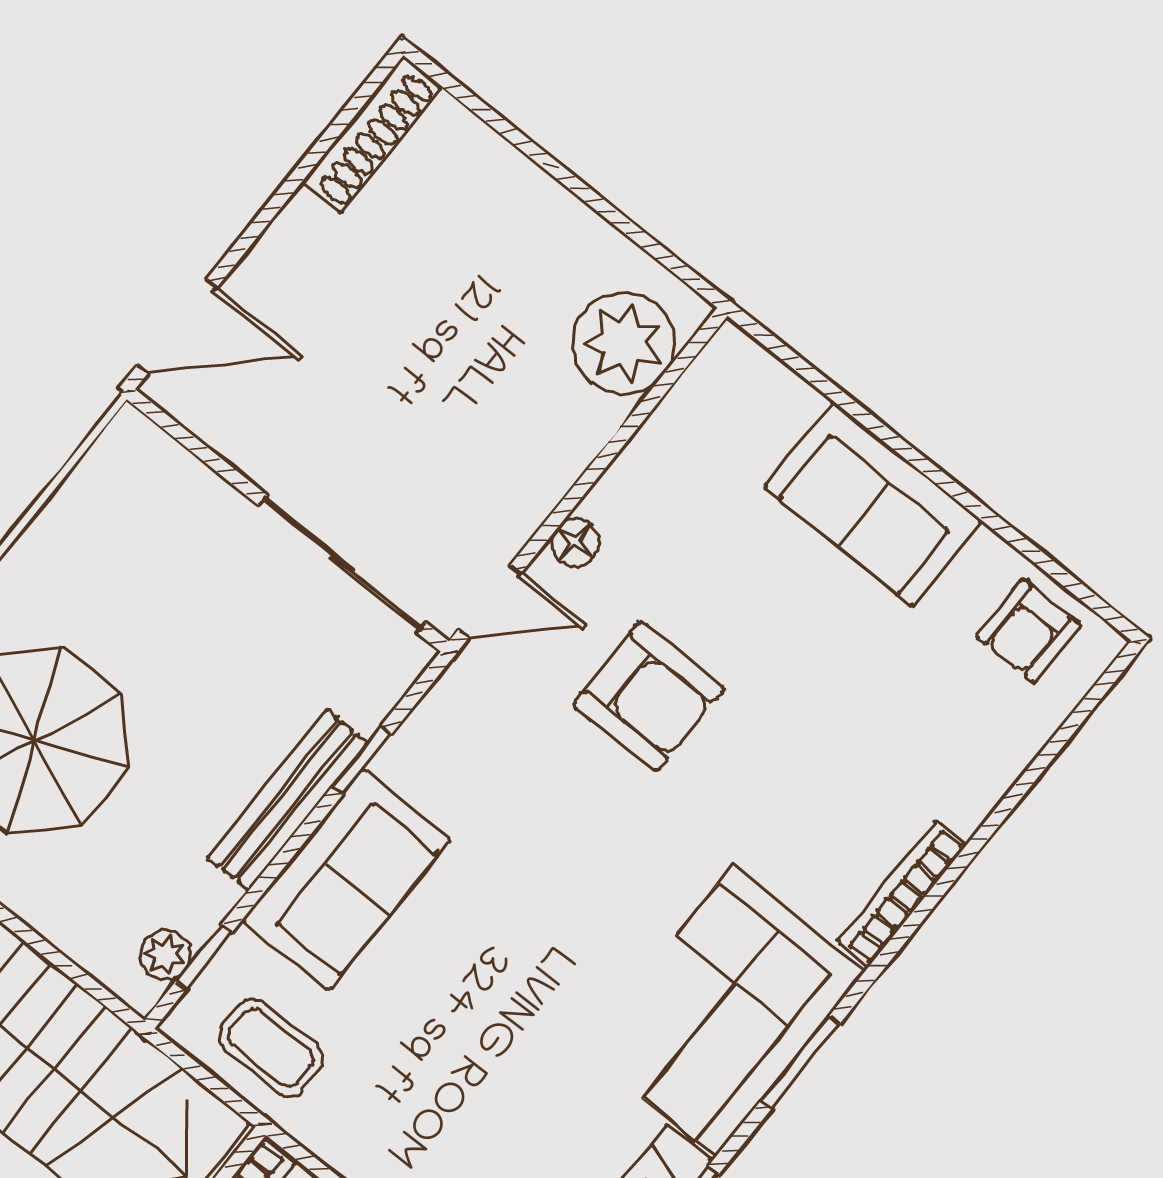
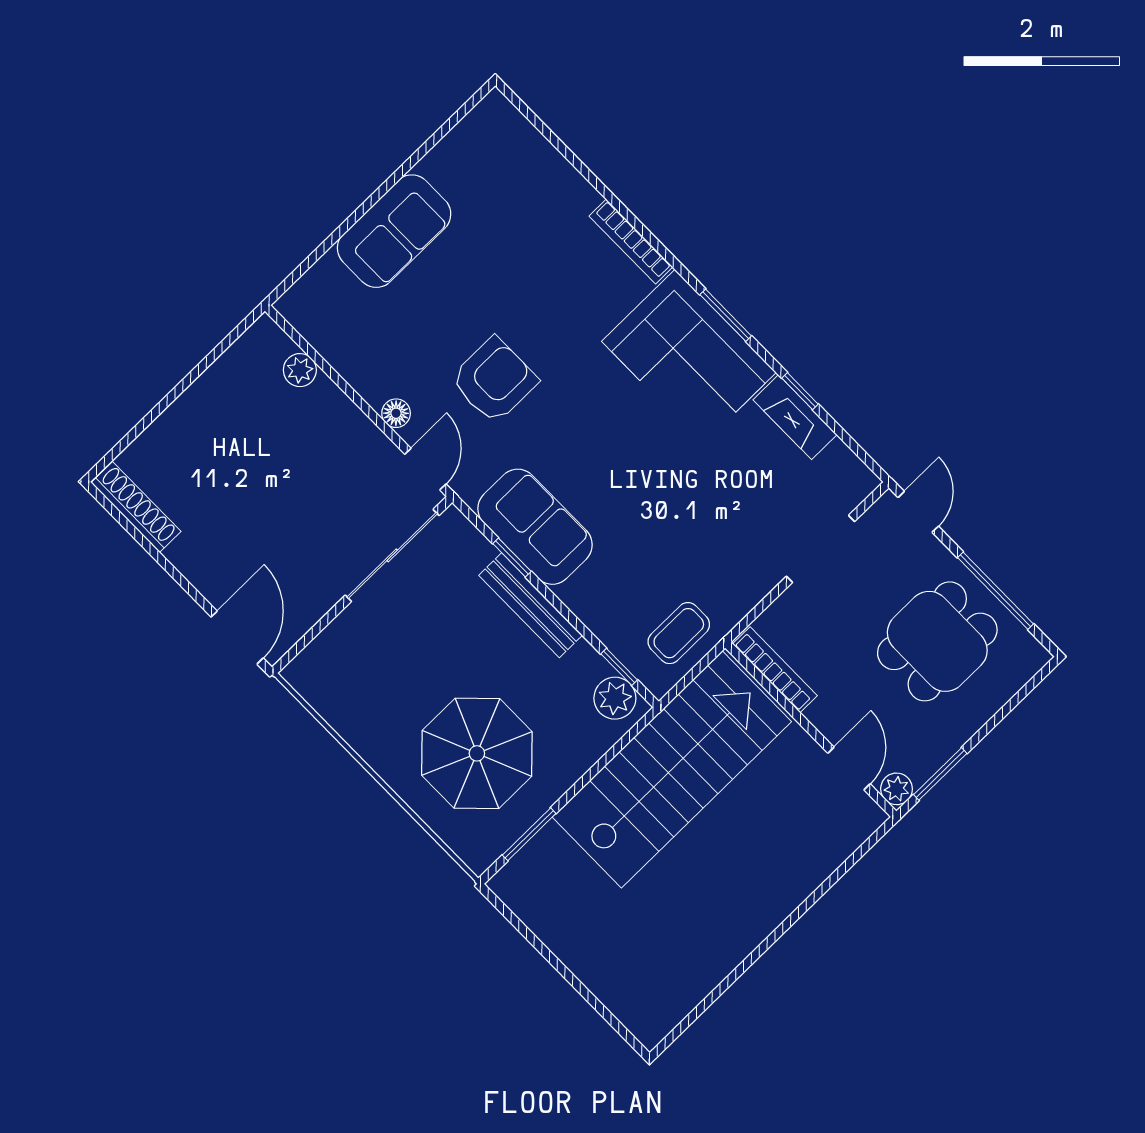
plant: (624, 343) -> (300, 370), width x0.53, depth x0.53
armchair: (1029, 631) -> (482, 146), removed
sofa: (346, 880) -> (535, 527), moved
plant: (165, 955) -> (615, 698), width x1.38, depth x1.38

